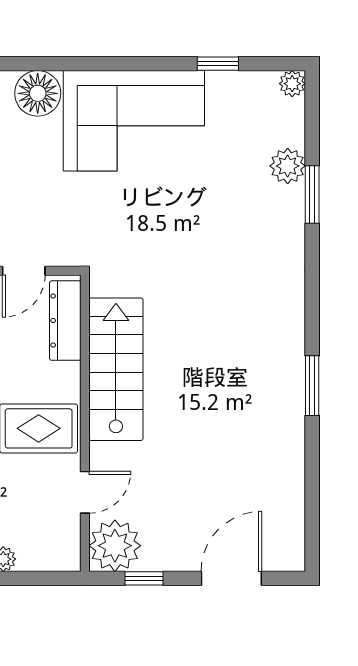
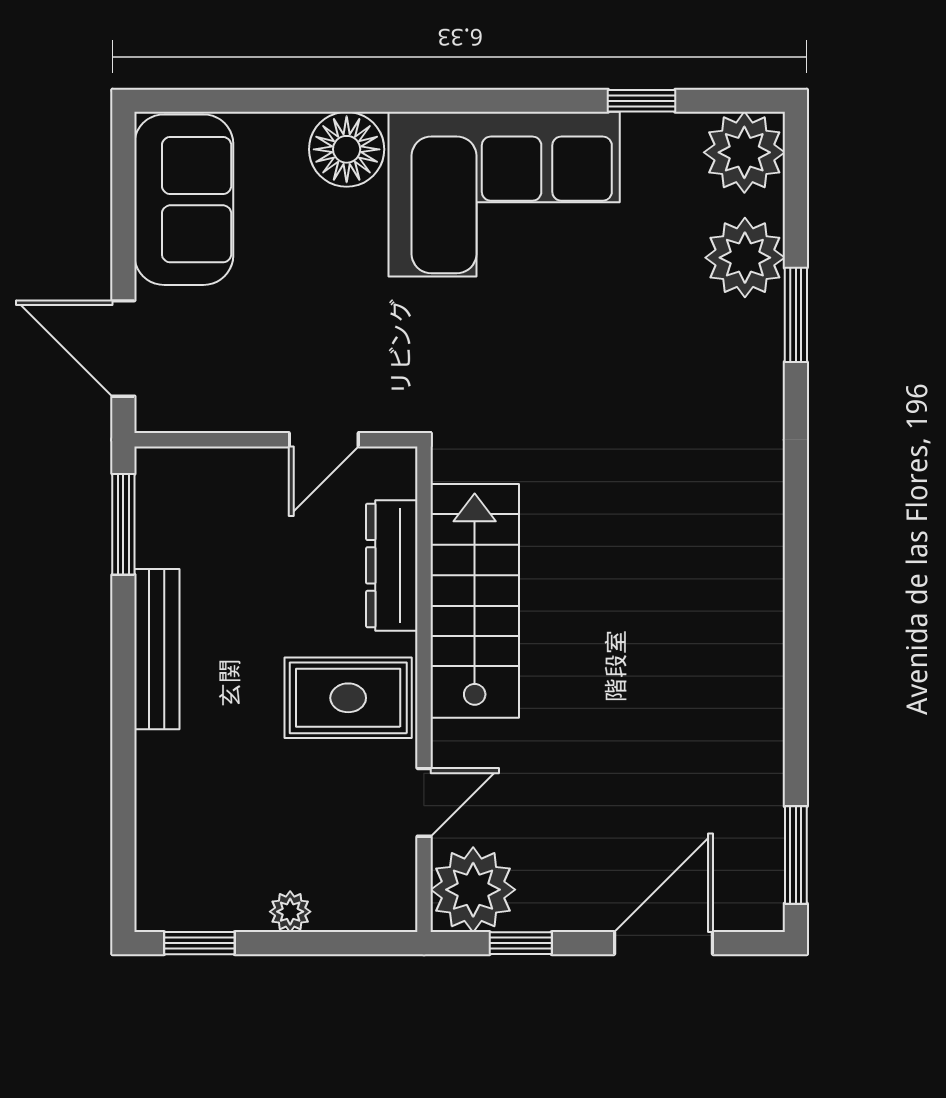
plant: (292, 84) -> (744, 152), width x1.87, depth x1.87
plant: (288, 166) -> (745, 258), width x1.36, depth x1.36
dresser: (65, 321) -> (392, 565), moved
window: (312, 386) -> (796, 855), moved

